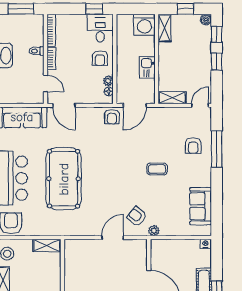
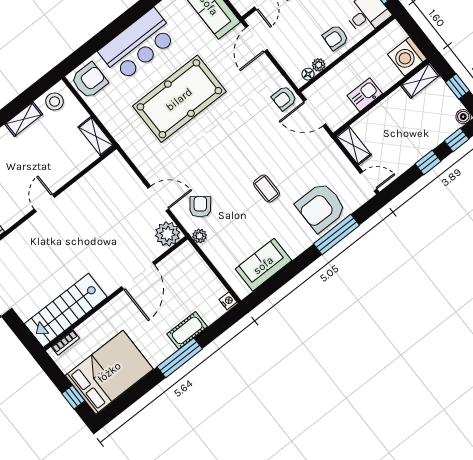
armchair: (193, 146) -> (321, 207), width x1.88, depth x1.88
plant: (138, 249) -> (167, 234), added

